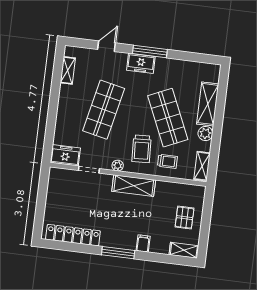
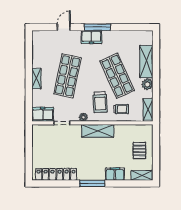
shelving: (68, 70) -> (36, 79), moved
filing cabinet: (143, 243) -> (115, 174), width x2.00

